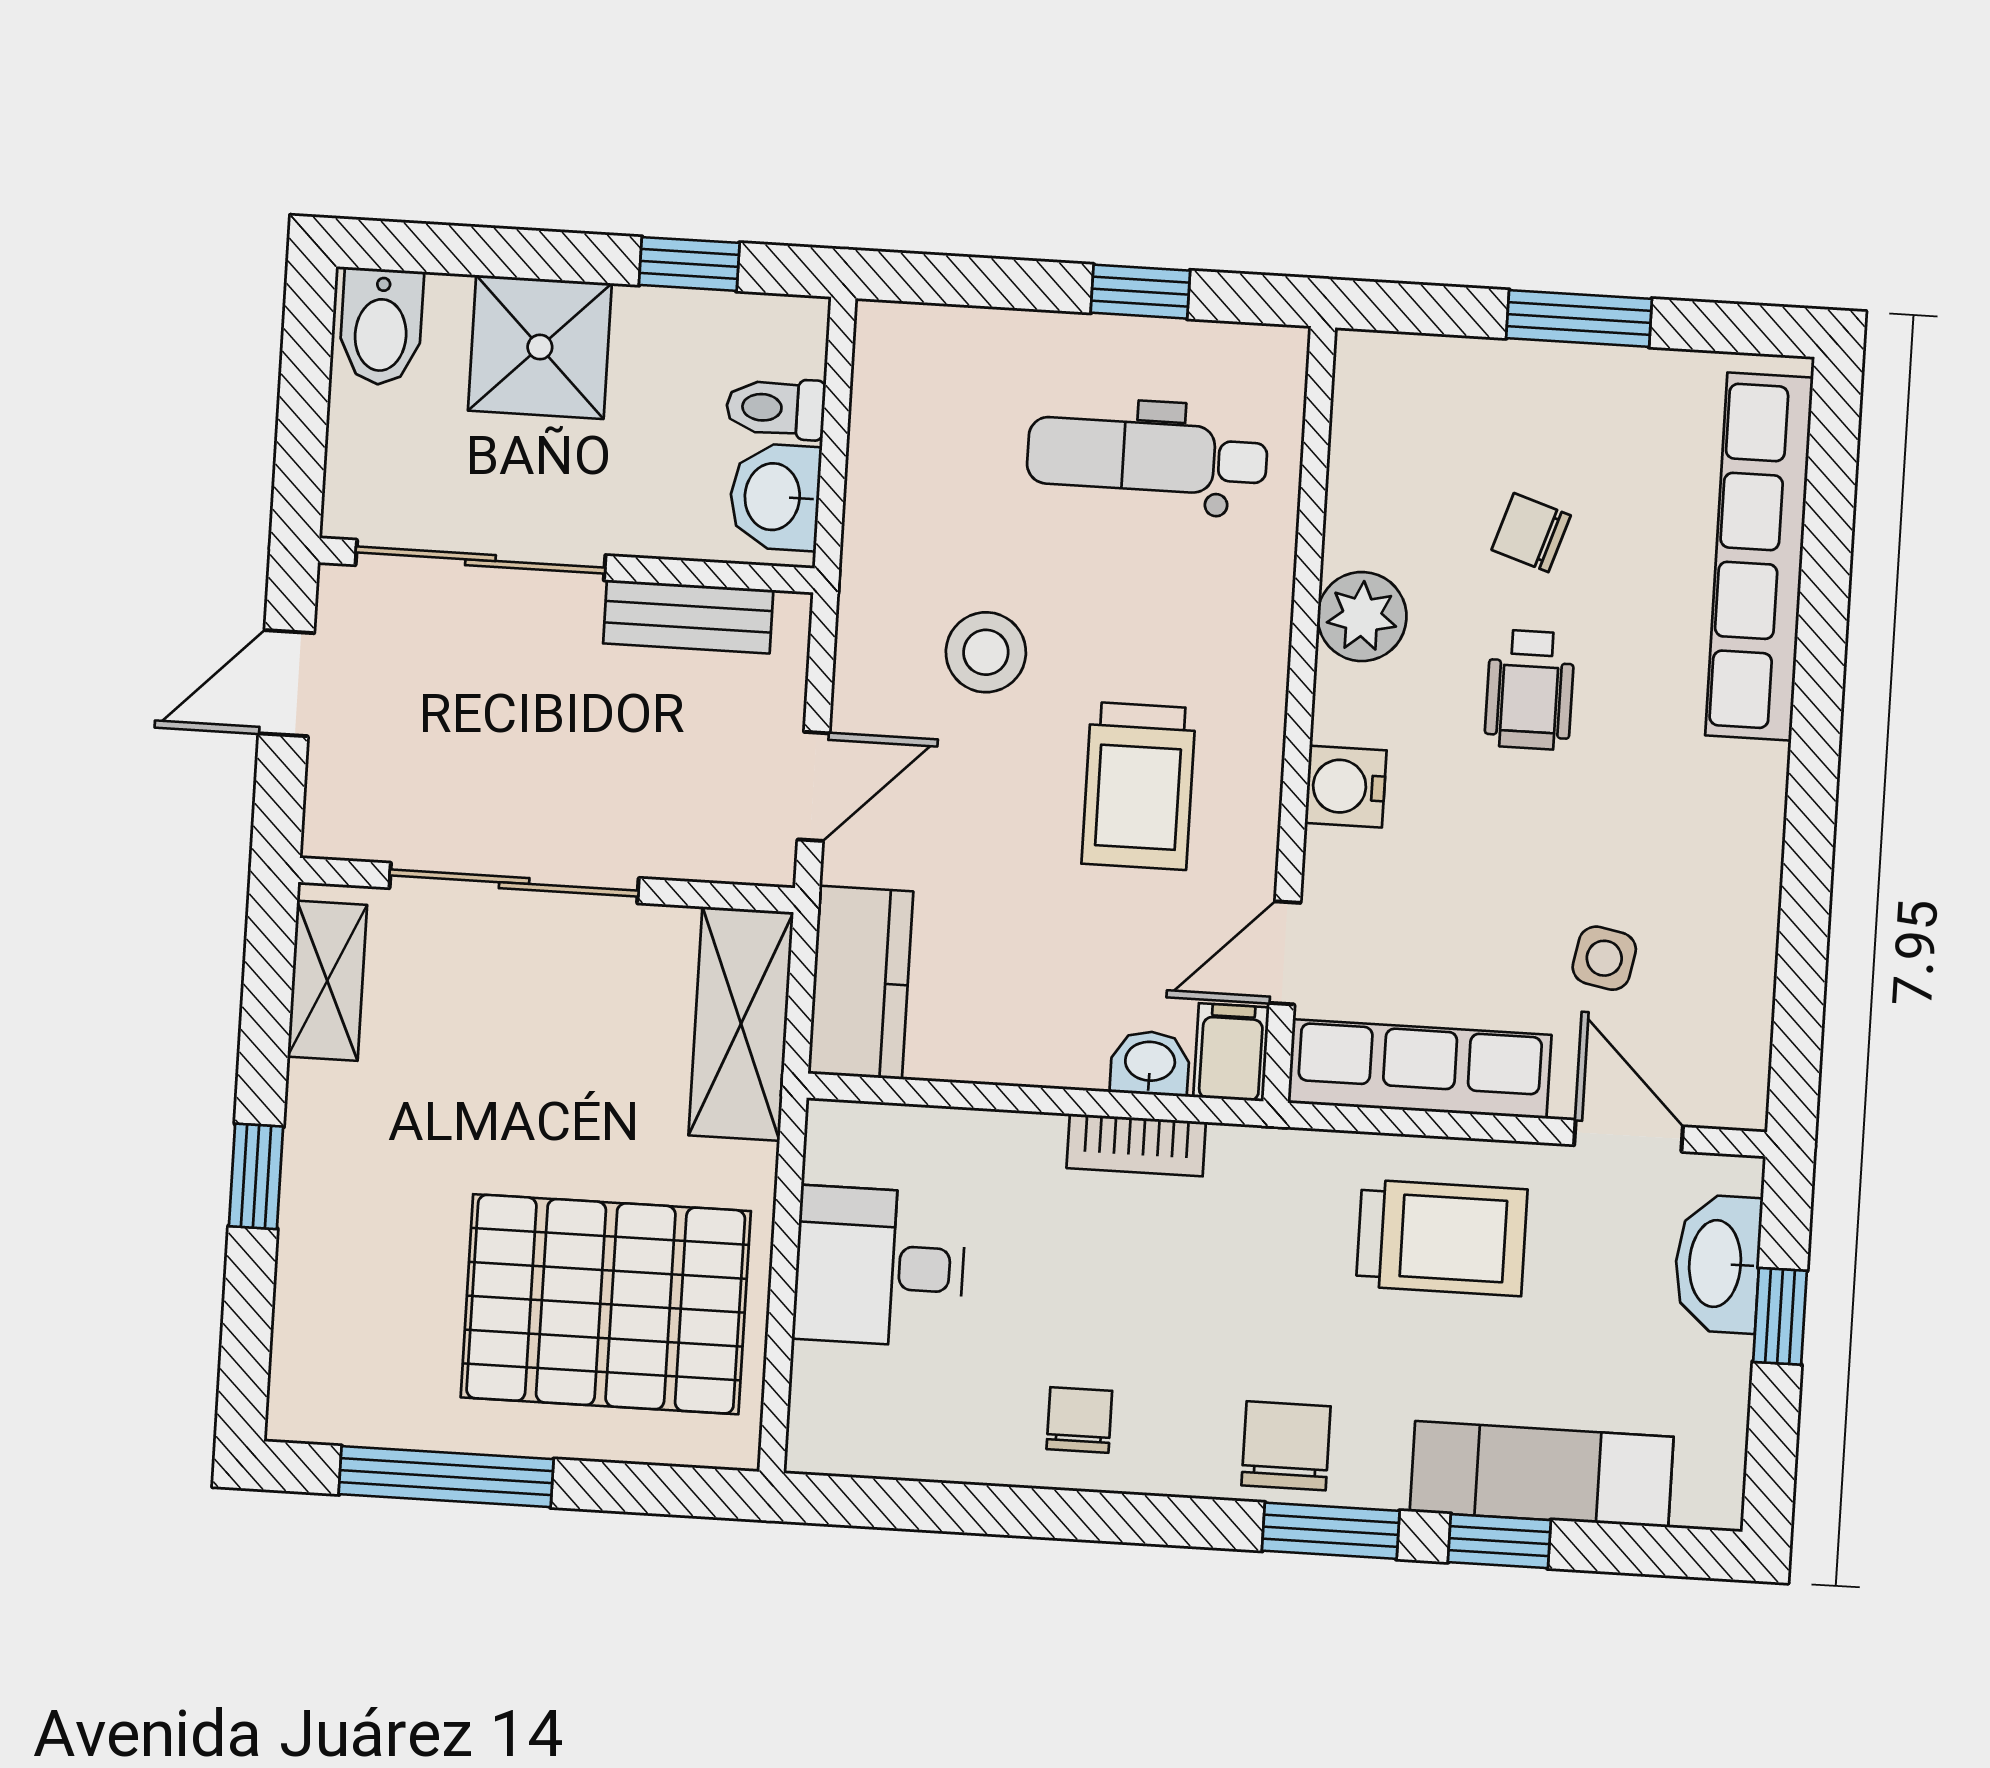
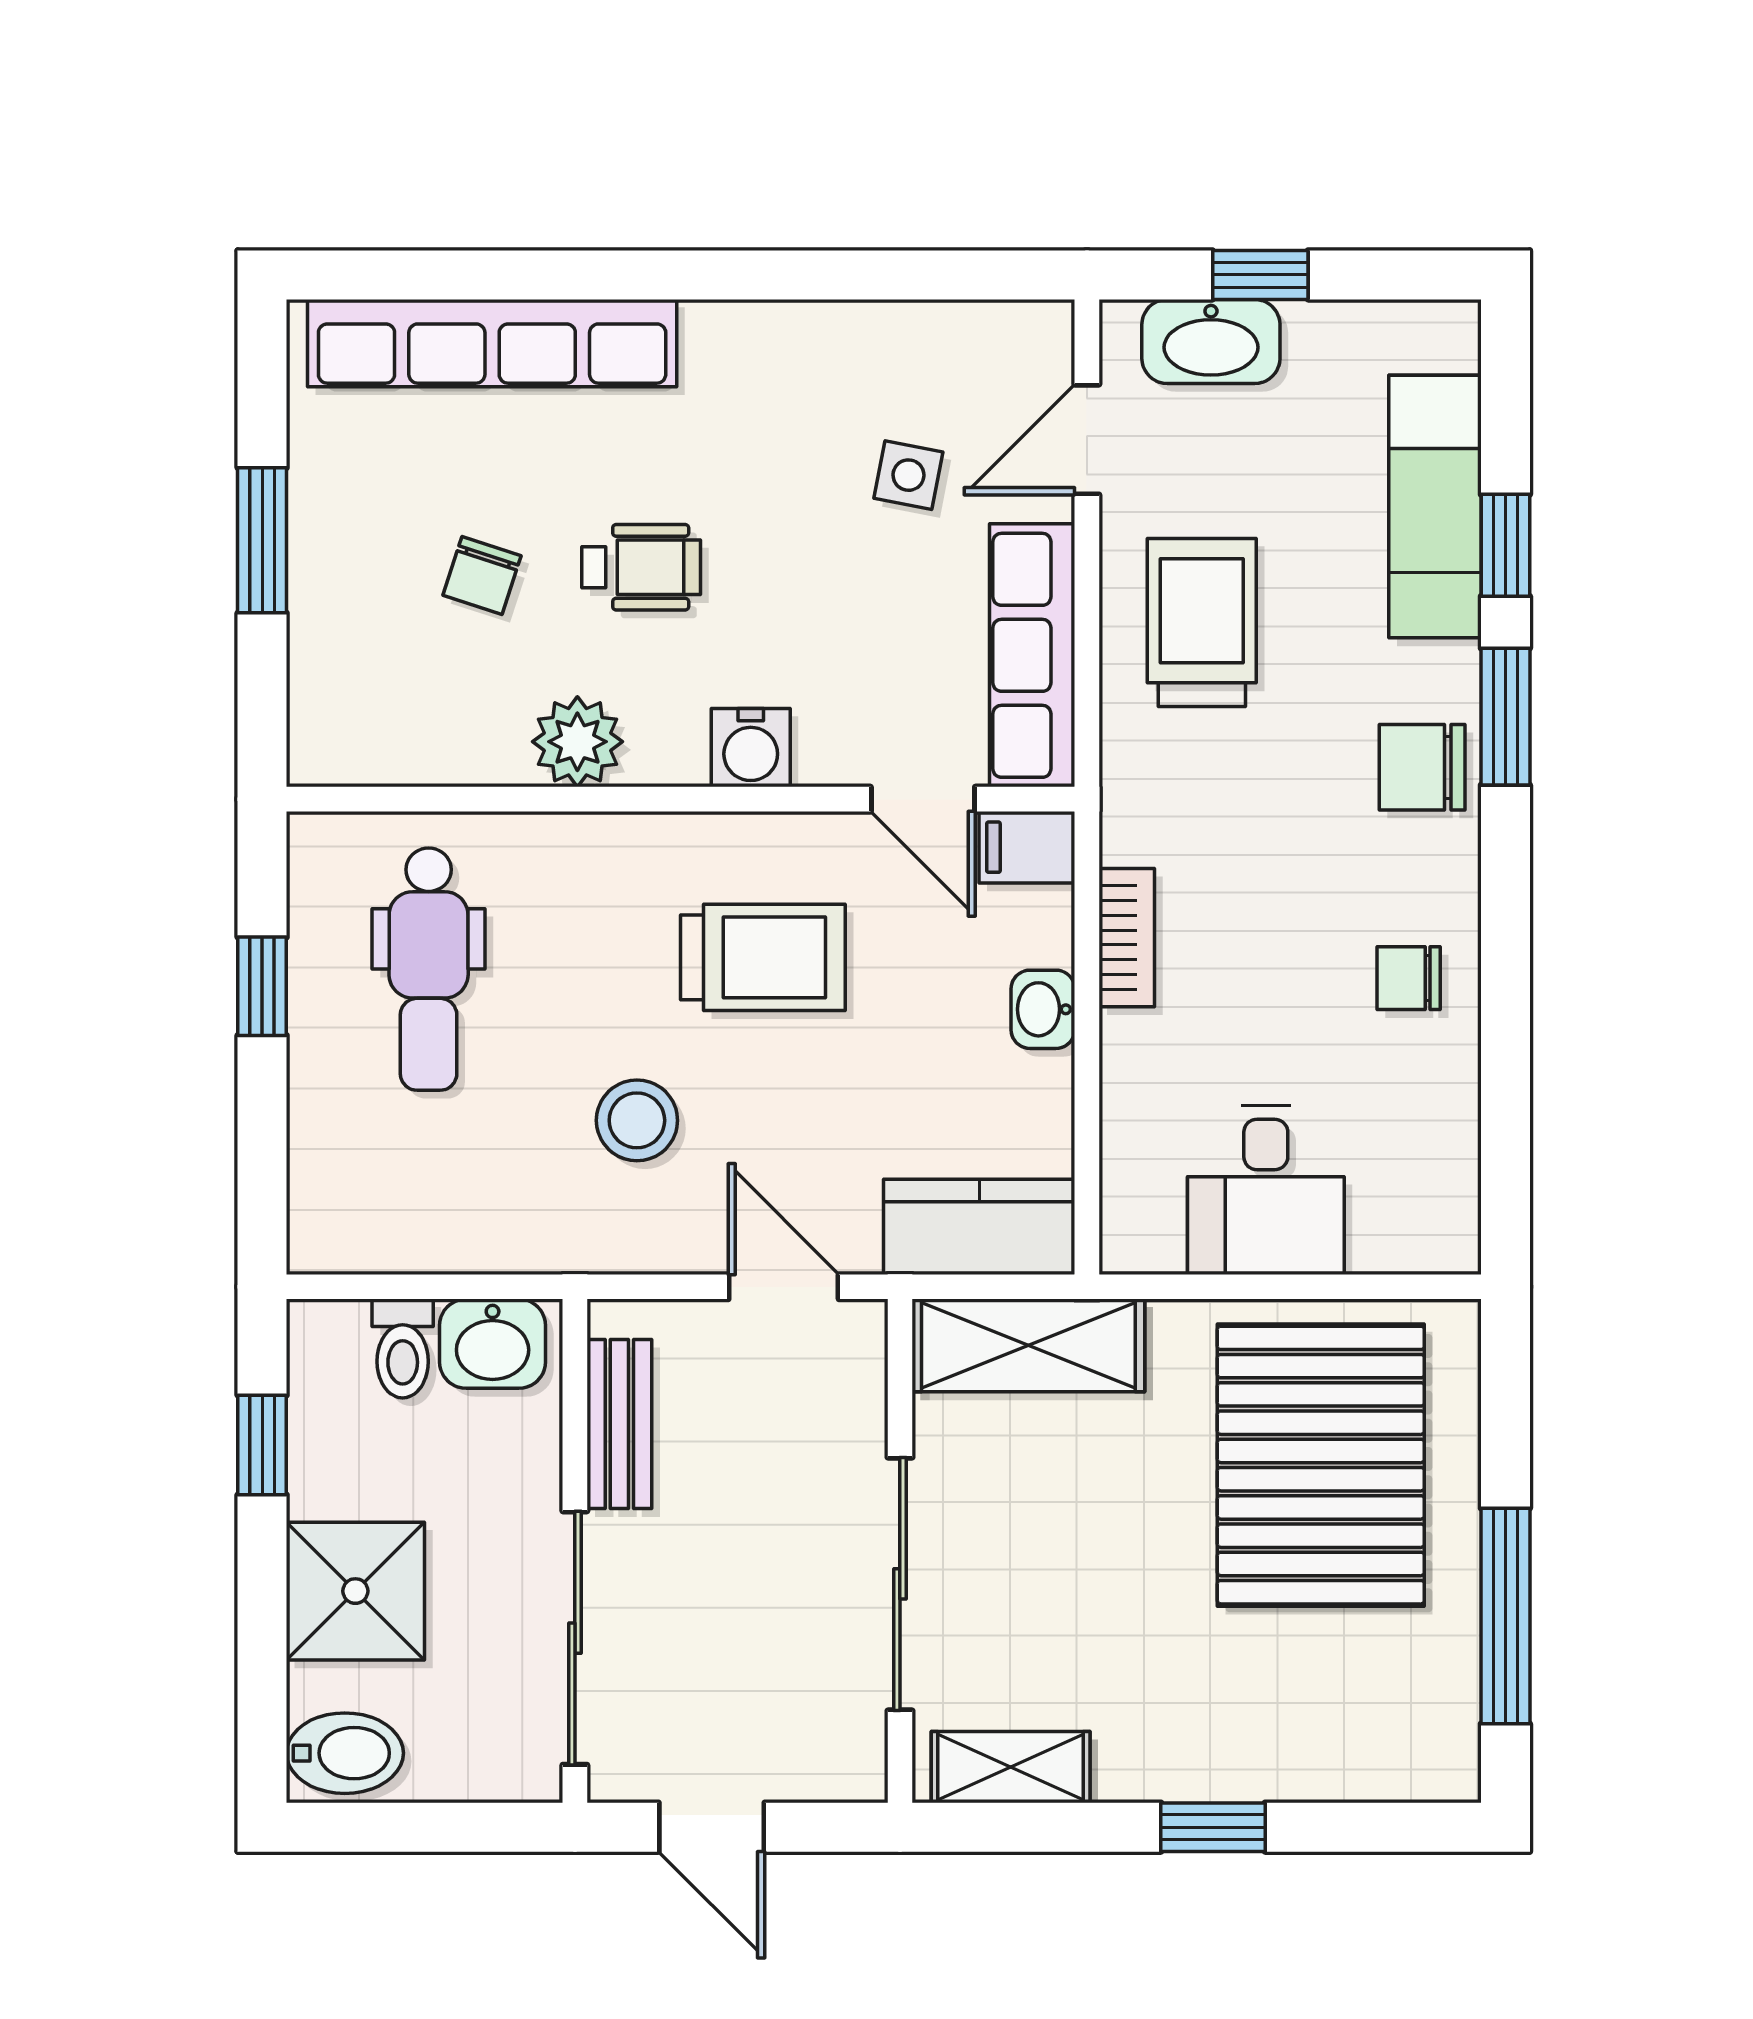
washbasin: (1150, 1063) -> (1043, 1009), moved

